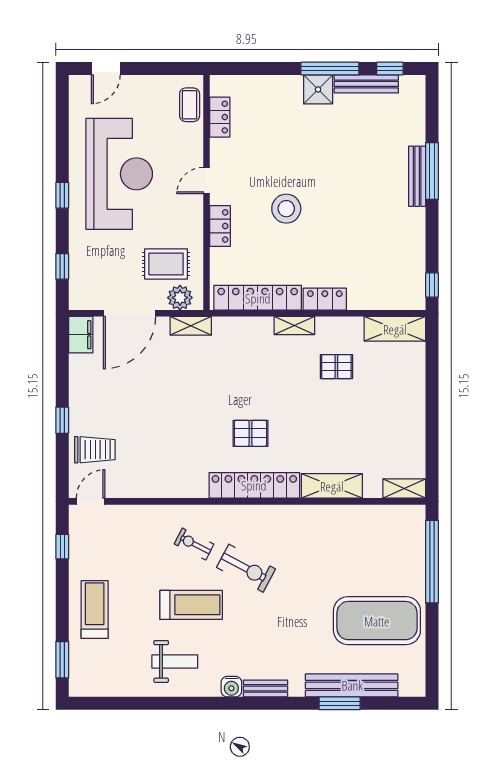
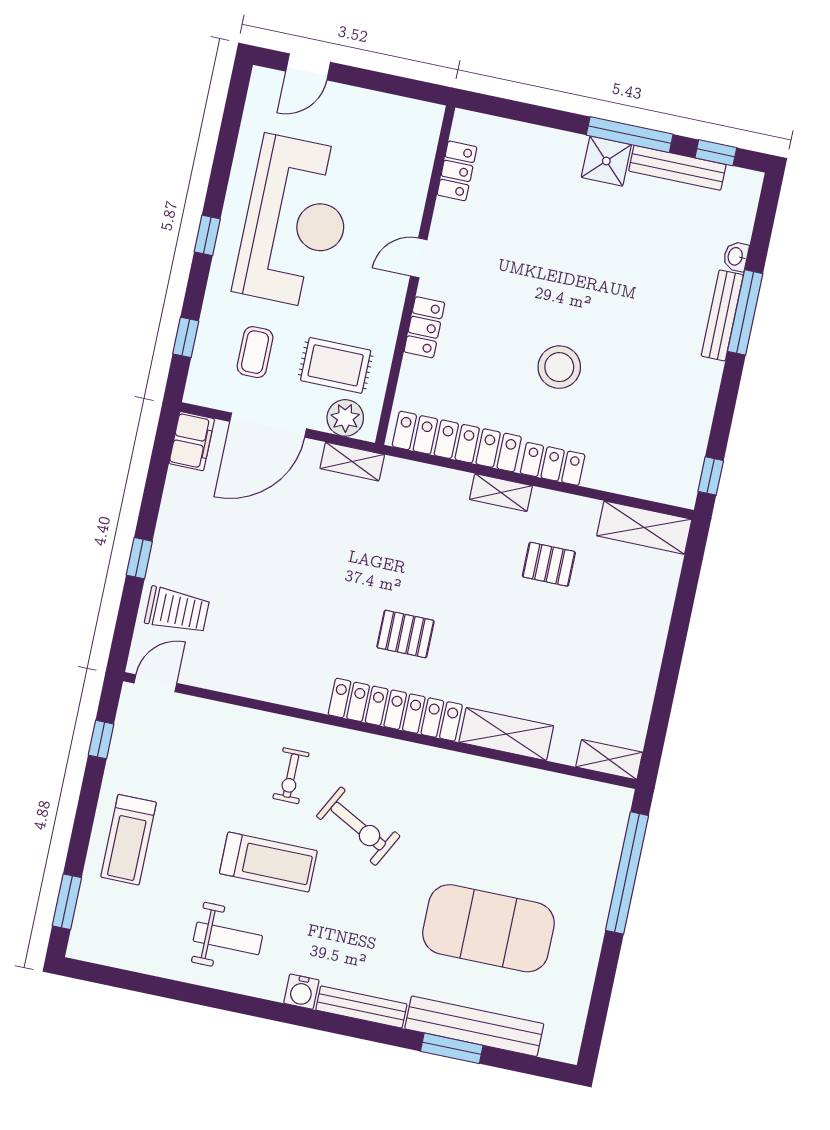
coffee table: (190, 105) -> (255, 352), moved
washbasin: (418, 135) -> (736, 256), added
stool: (286, 209) -> (559, 367), moved
exercise bike: (194, 544) -> (291, 776), turned -117
treadmill: (95, 610) -> (129, 840), turned 180
exercise mat: (377, 621) -> (488, 928), moved
bench: (265, 688) -> (361, 1007), width x1.36

